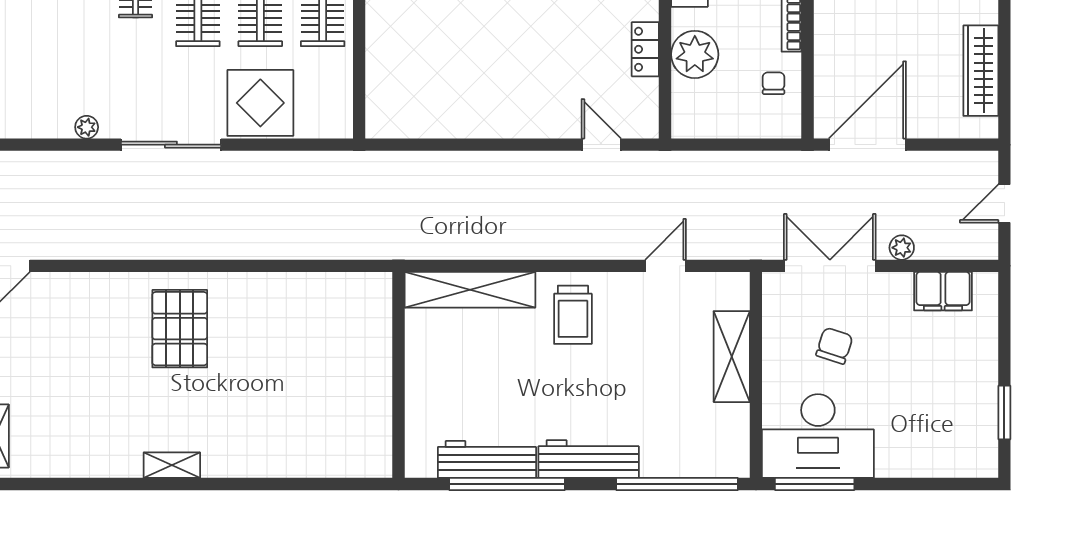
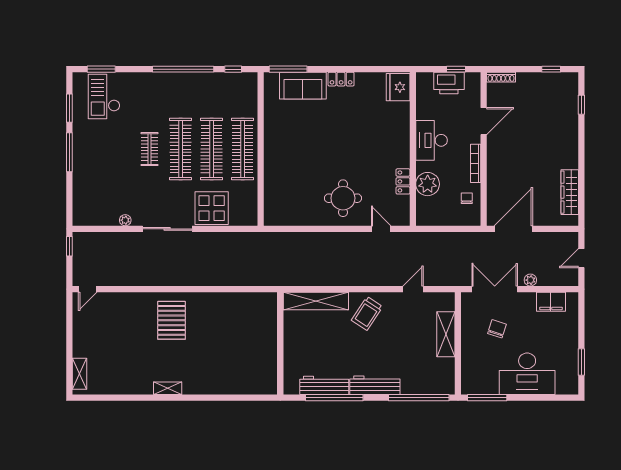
round table: (525, 83) -> (343, 198), added
trolley: (573, 315) -> (367, 313), turned 33
desk: (818, 436) -> (527, 374), moved

